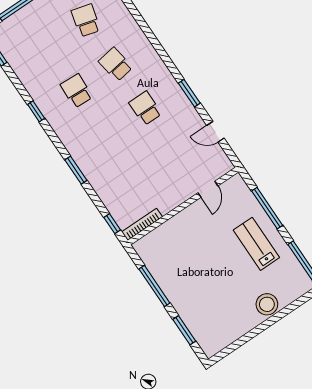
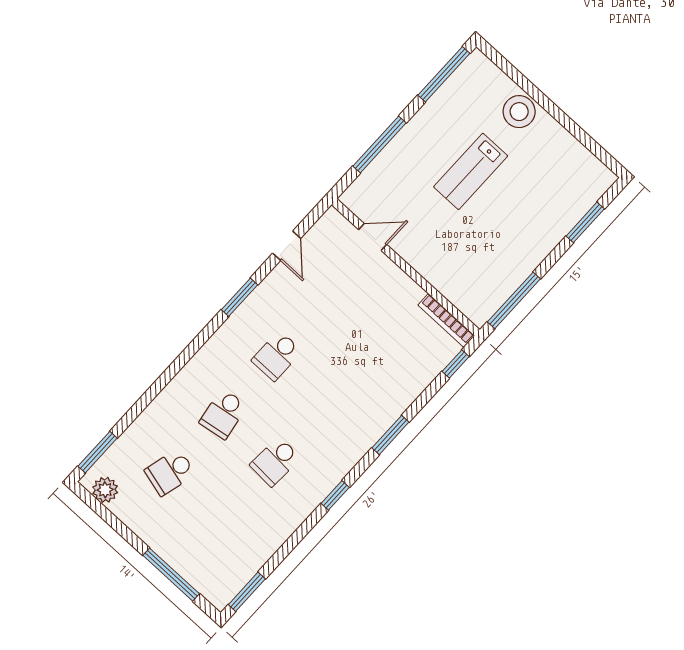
window: (36, 111) -> (335, 495), moved
lab bench: (256, 244) -> (471, 171), moved
window: (154, 286) -> (514, 300), moved

